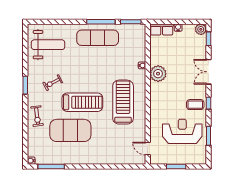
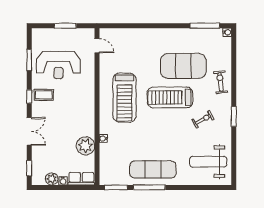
plant: (201, 29) -> (52, 179), moved
plant: (158, 74) -> (85, 146), moved

